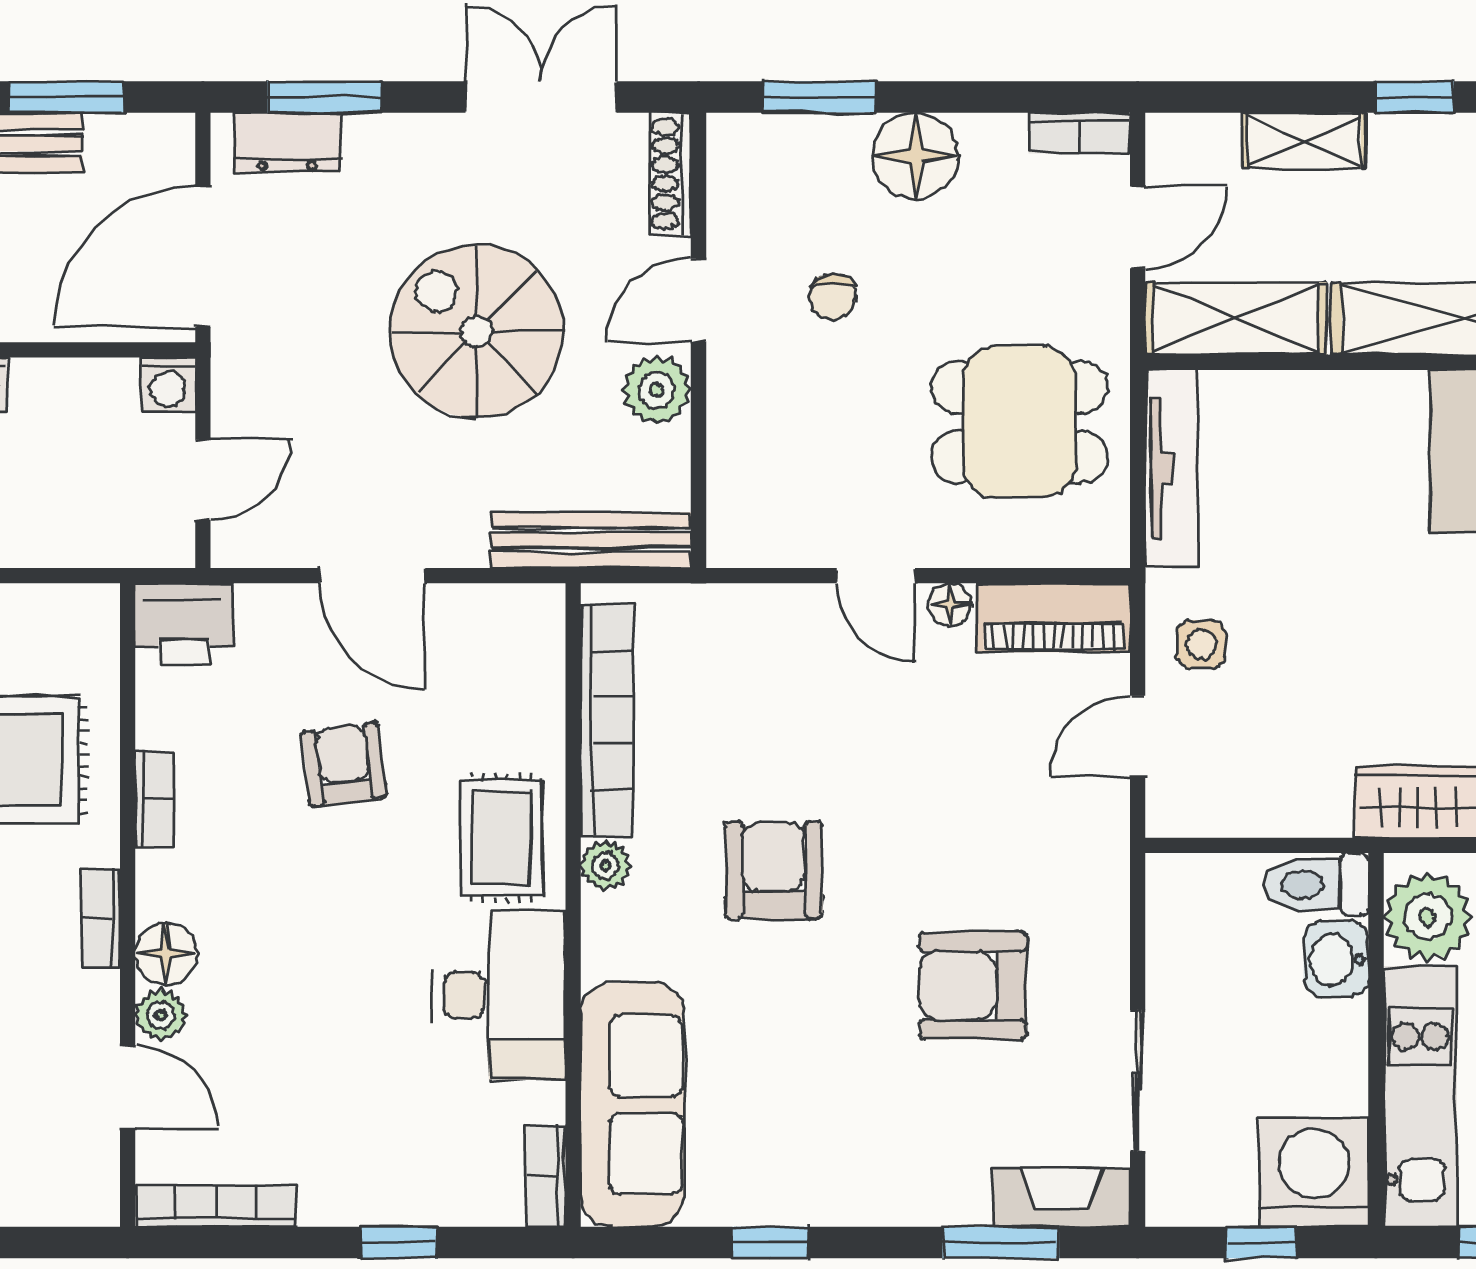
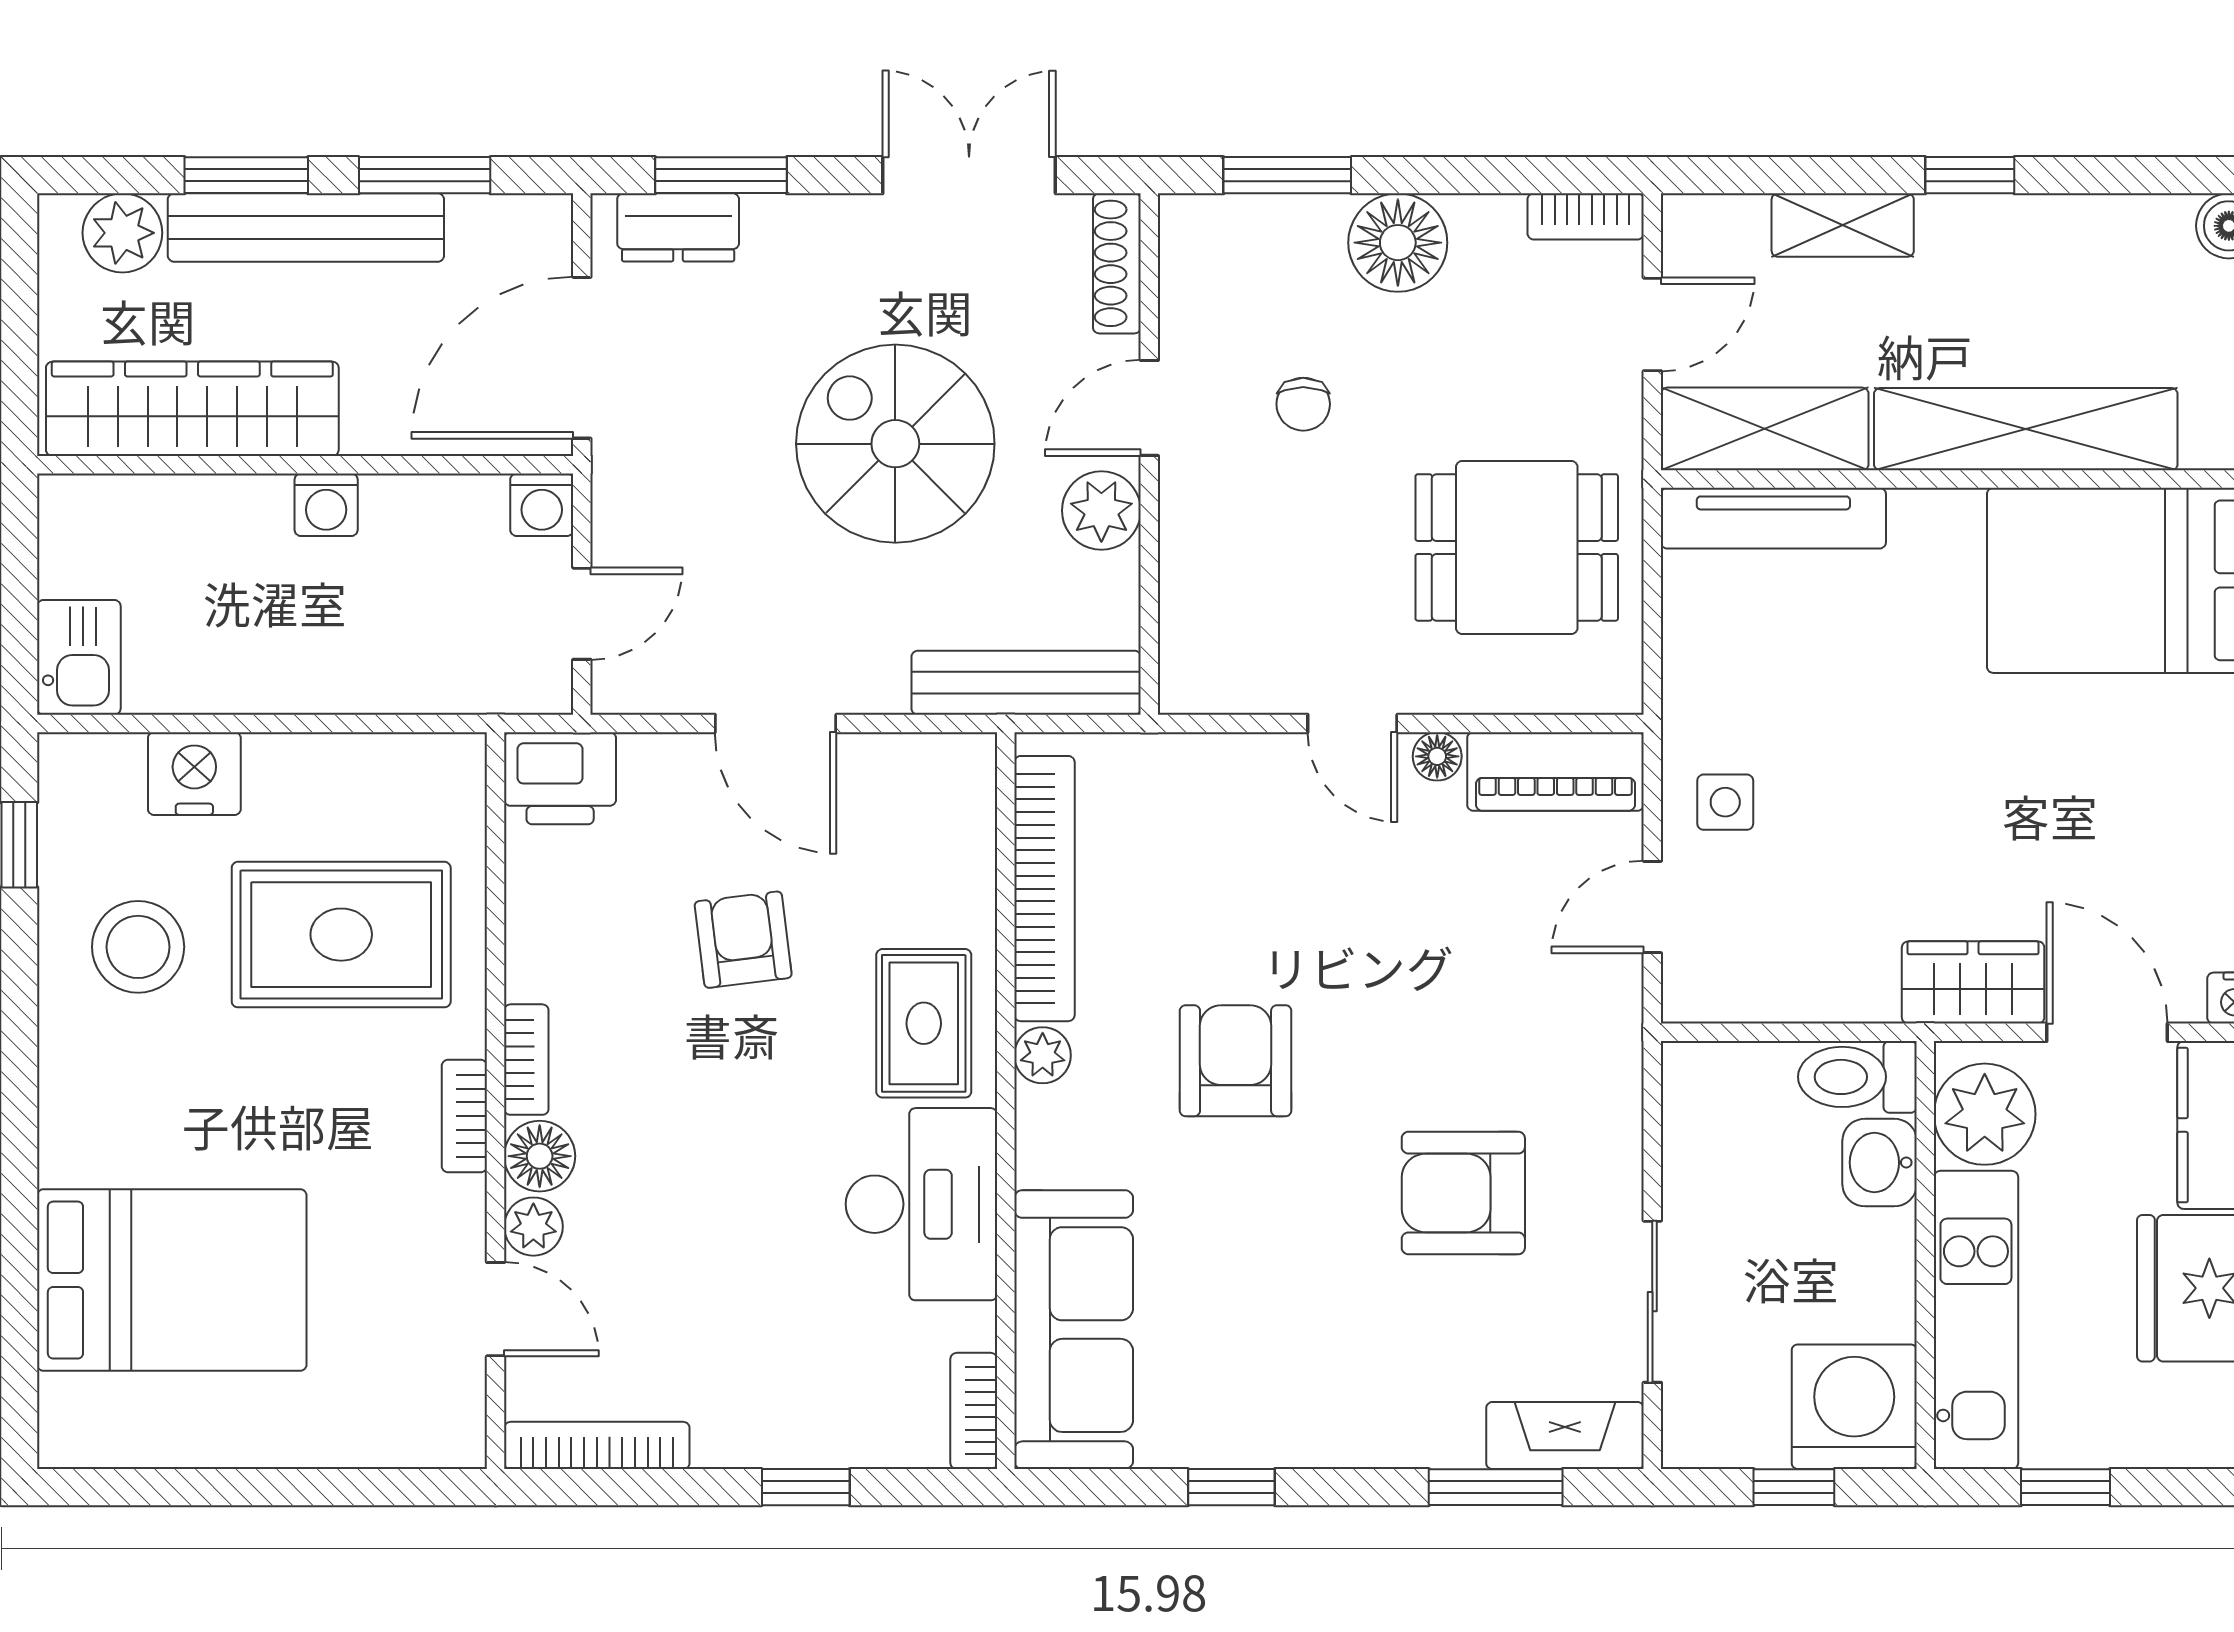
tv unit: (1172, 468) -> (1773, 518), moved, turned 90
bookcase: (155, 799) -> (526, 1060), moved

